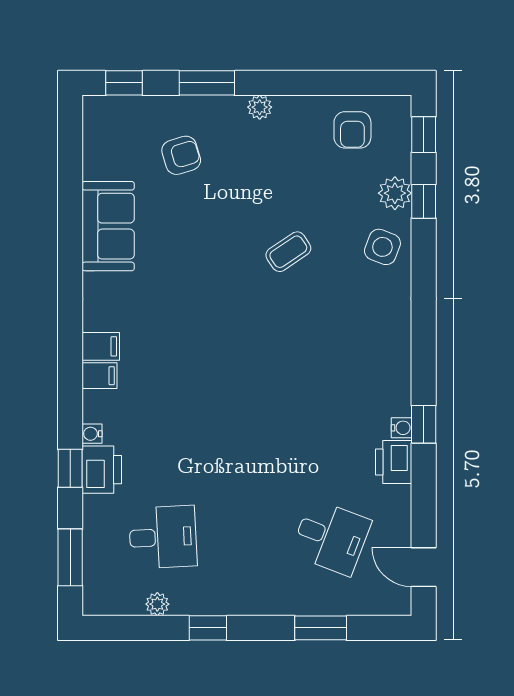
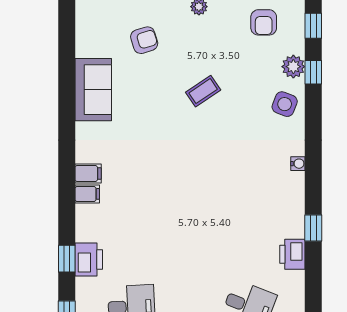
coffee table: (288, 252) -> (203, 91), moved
water cooler: (401, 428) -> (298, 164), moved
water cooler: (92, 434) -> (82, 234), removed

